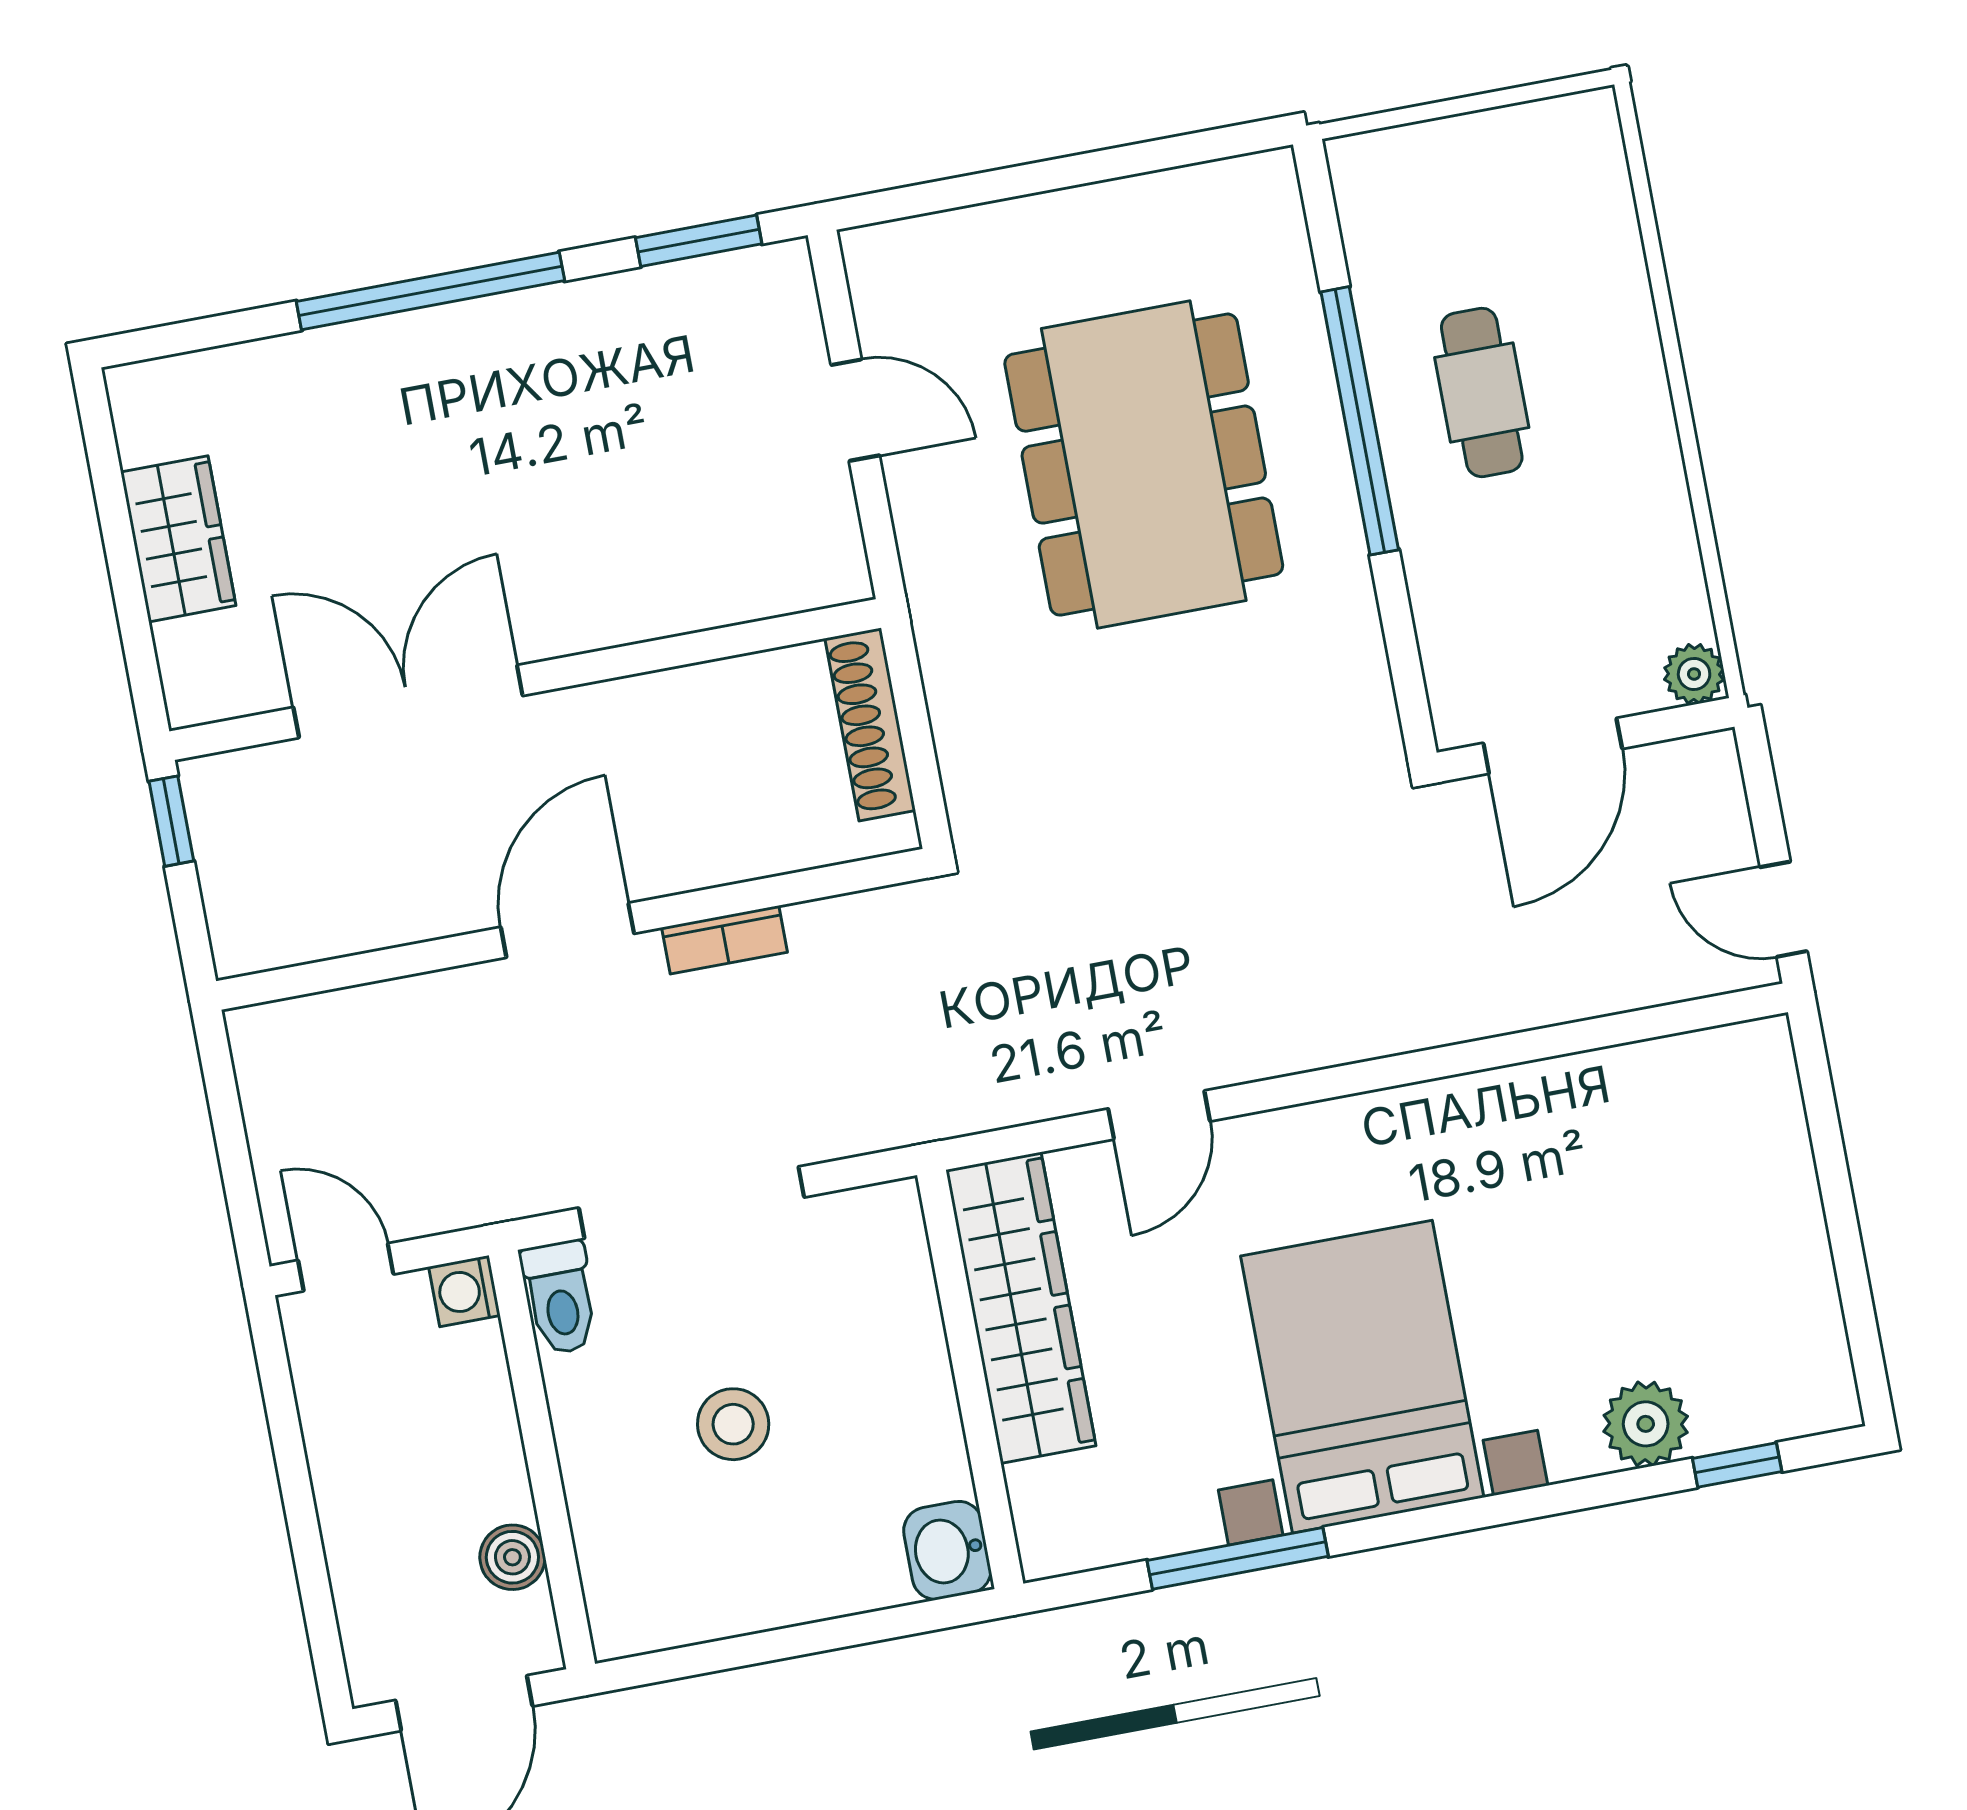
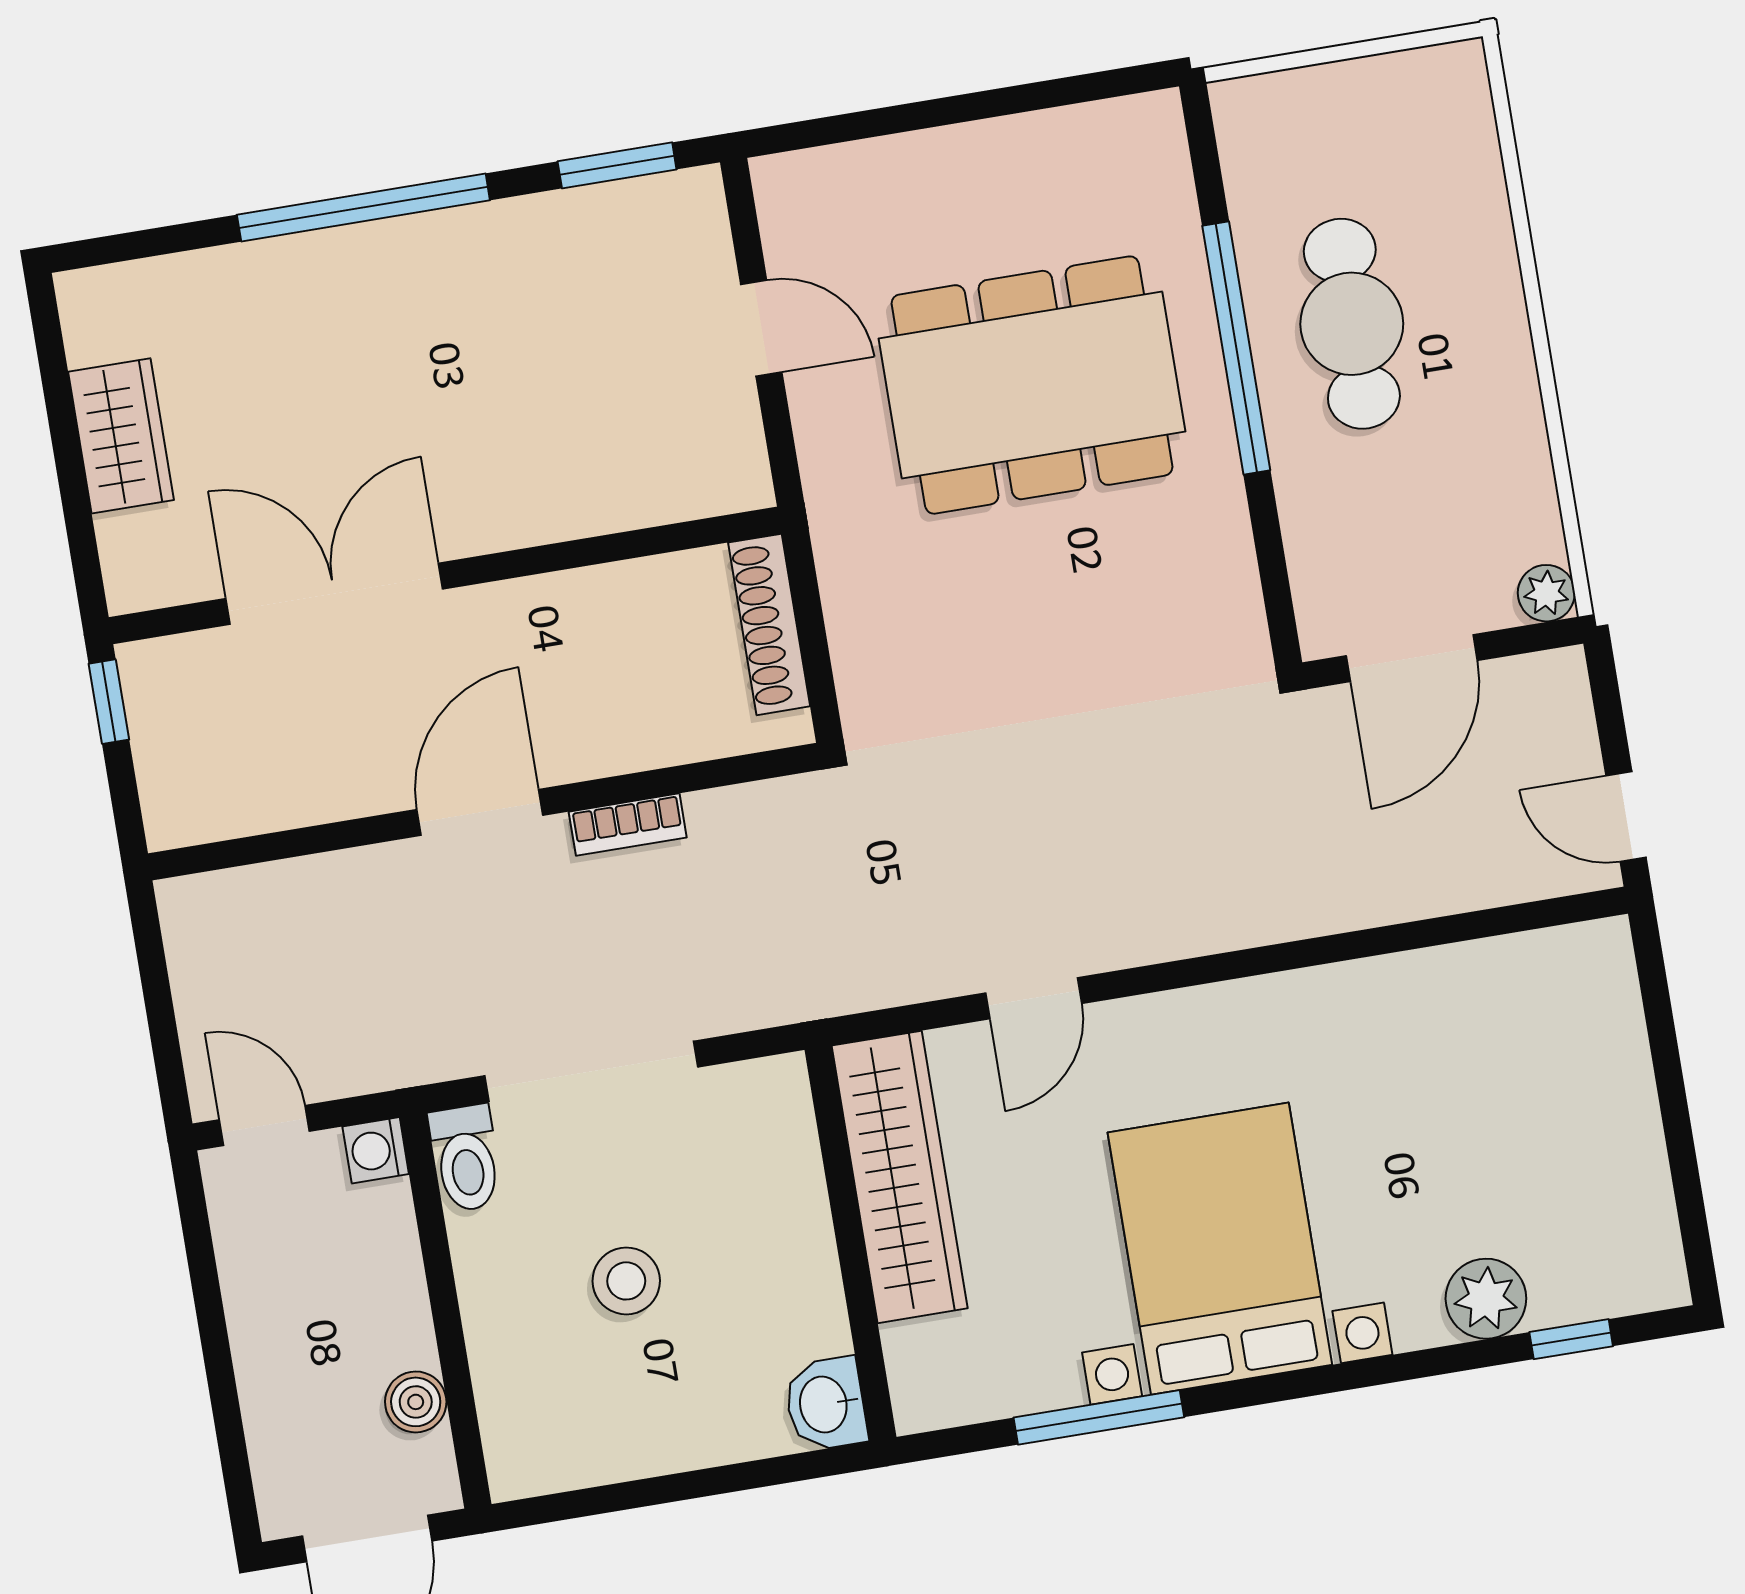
cafe table: (1482, 392) -> (1352, 324), width x1.37, depth x1.35
dining table: (1144, 465) -> (1032, 385), turned 90

